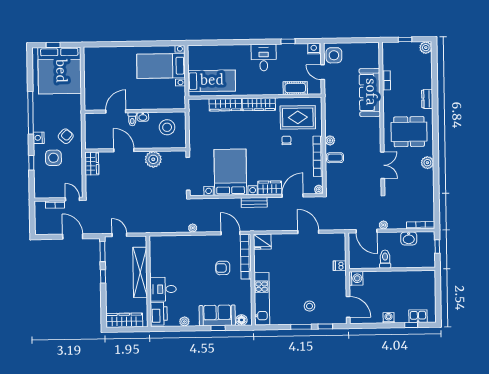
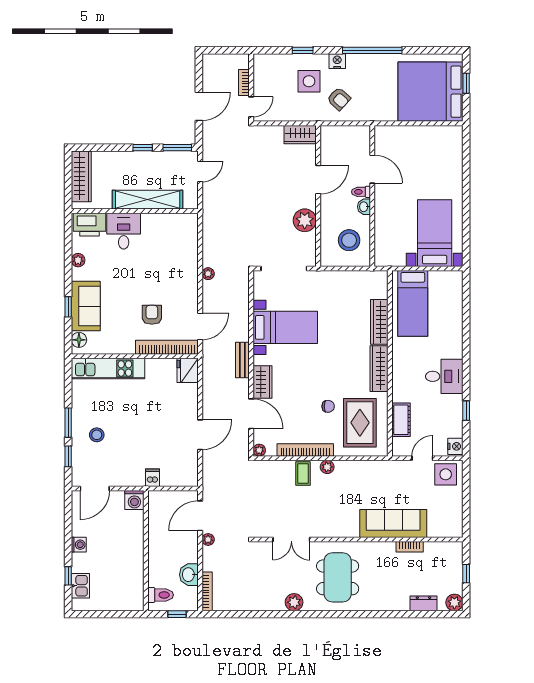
dresser: (427, 99) -> (423, 603), moved
bed with nightstands: (230, 172) -> (285, 327), width x0.73
toilet: (385, 259) -> (161, 595), moved

